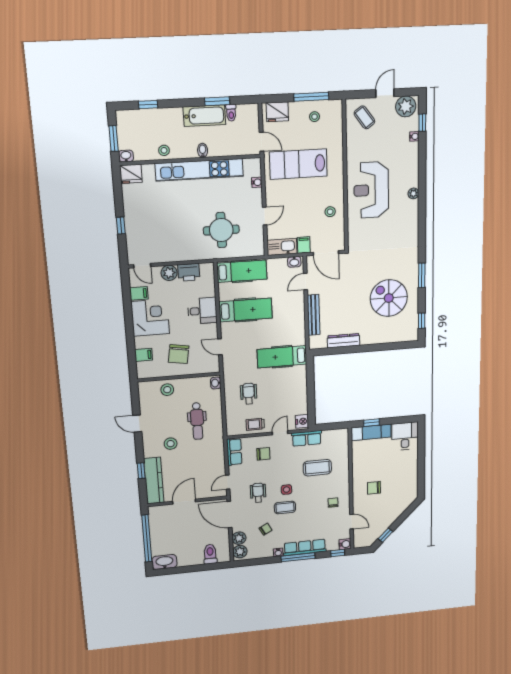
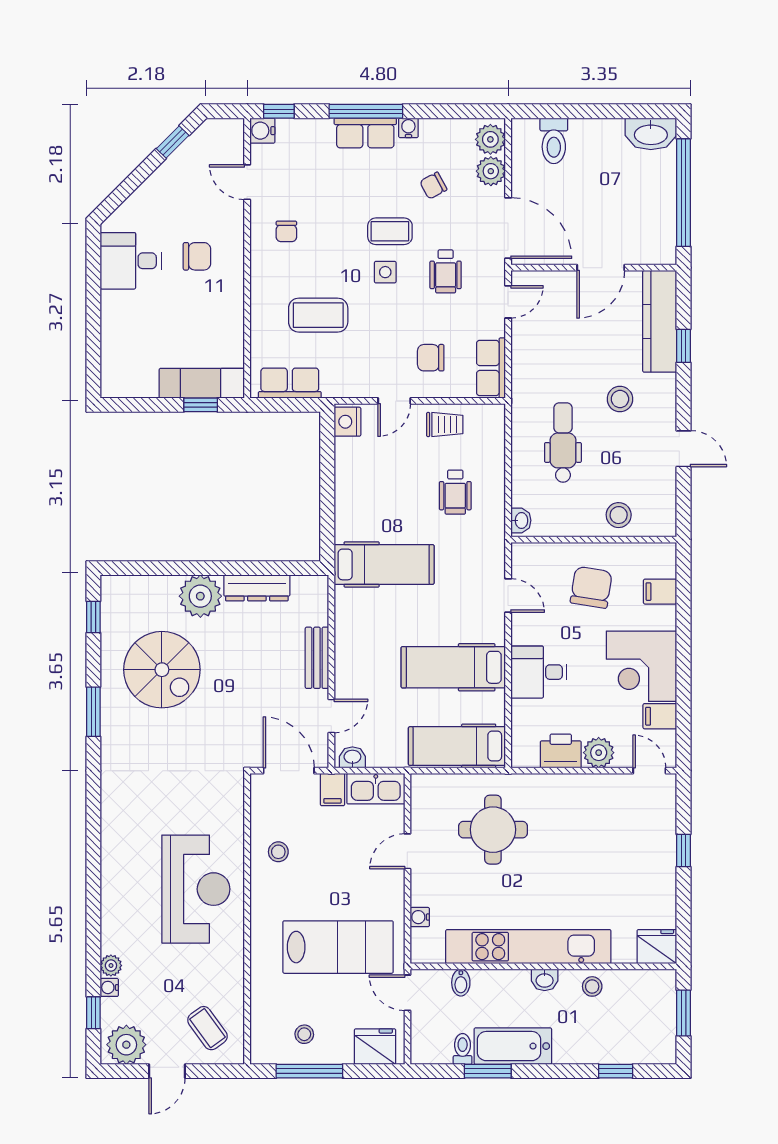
bidet: (203, 150) -> (461, 983), moved
washbasin: (126, 156) -> (545, 980), moved
plant: (413, 193) -> (111, 965), moved
bench: (314, 315) -> (317, 658), width x0.73
plant: (371, 335) -> (200, 596), added
desk: (405, 436) -> (131, 261), moved, turned 90
row of seats: (307, 438) -> (290, 383), moved
row of seats: (305, 547) -> (365, 133), width x0.68

